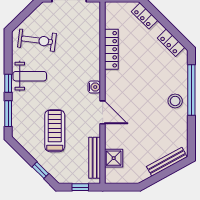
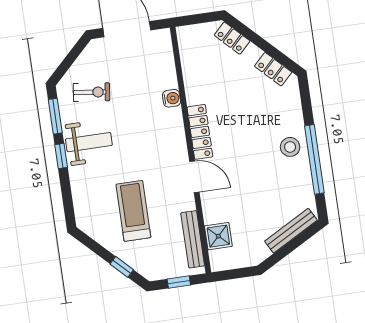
exercise bike: (37, 40) -> (92, 92), width x0.73, depth x0.72
locker: (111, 49) -> (200, 132), moved
water cooler: (94, 87) -> (171, 98), moved
window: (191, 90) -> (314, 159), moved
window: (8, 114) -> (55, 116), moved

